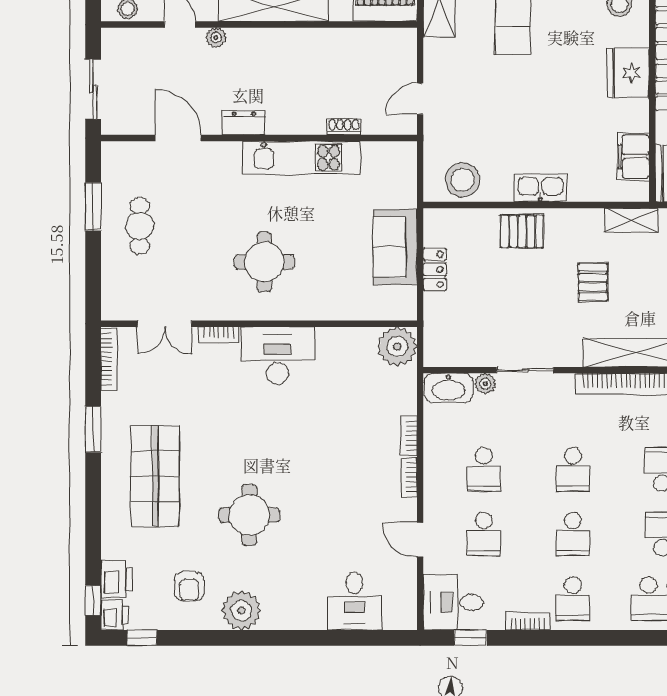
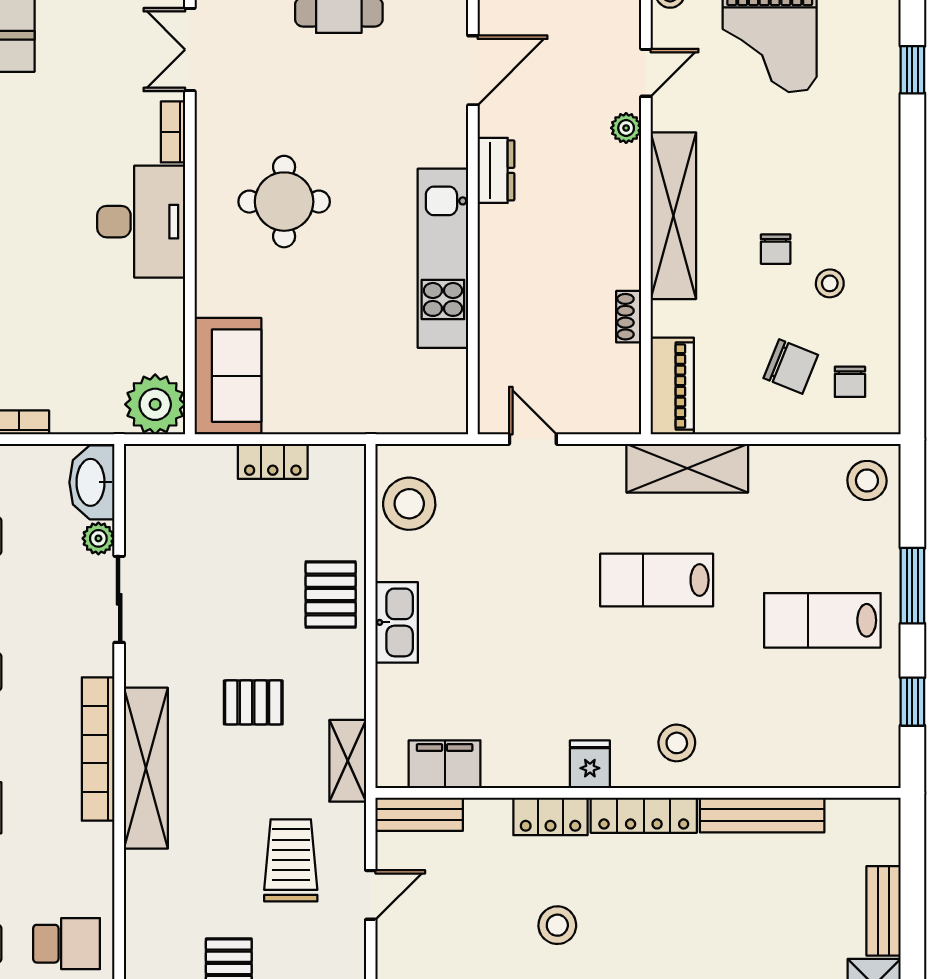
fridge: (628, 73) -> (590, 764), width x0.53, depth x0.75
shoe rack: (344, 127) -> (629, 317), moved, turned 180
sofa: (395, 247) -> (228, 376), moved, turned 90

